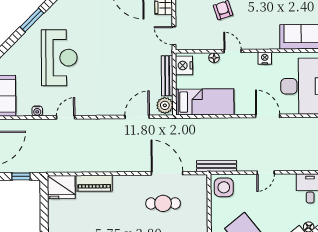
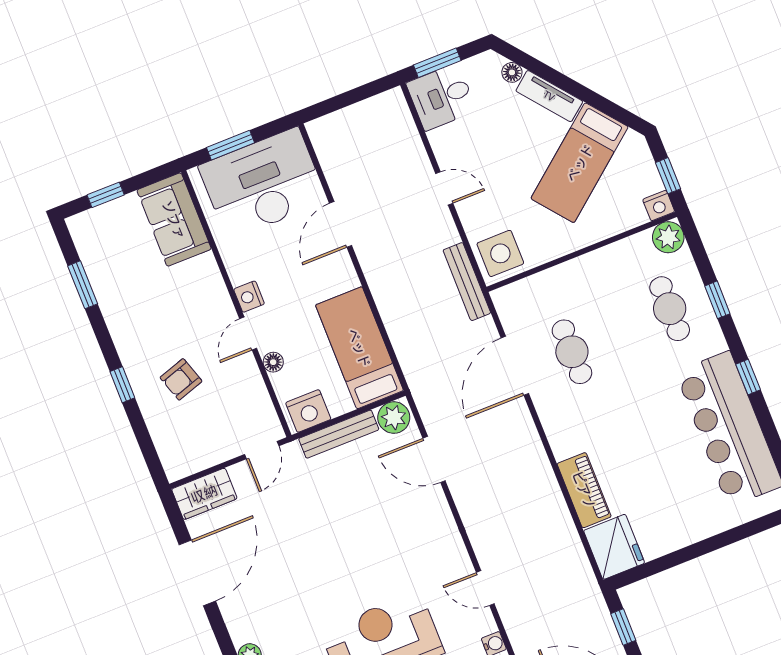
nightstand: (265, 58) -> (249, 297), moved

